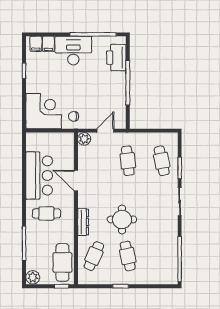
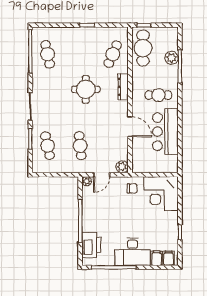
plant: (121, 124) -> (87, 181), added
cafe table: (128, 256) -> (48, 54), moved
plant: (33, 277) -> (172, 58), moved

